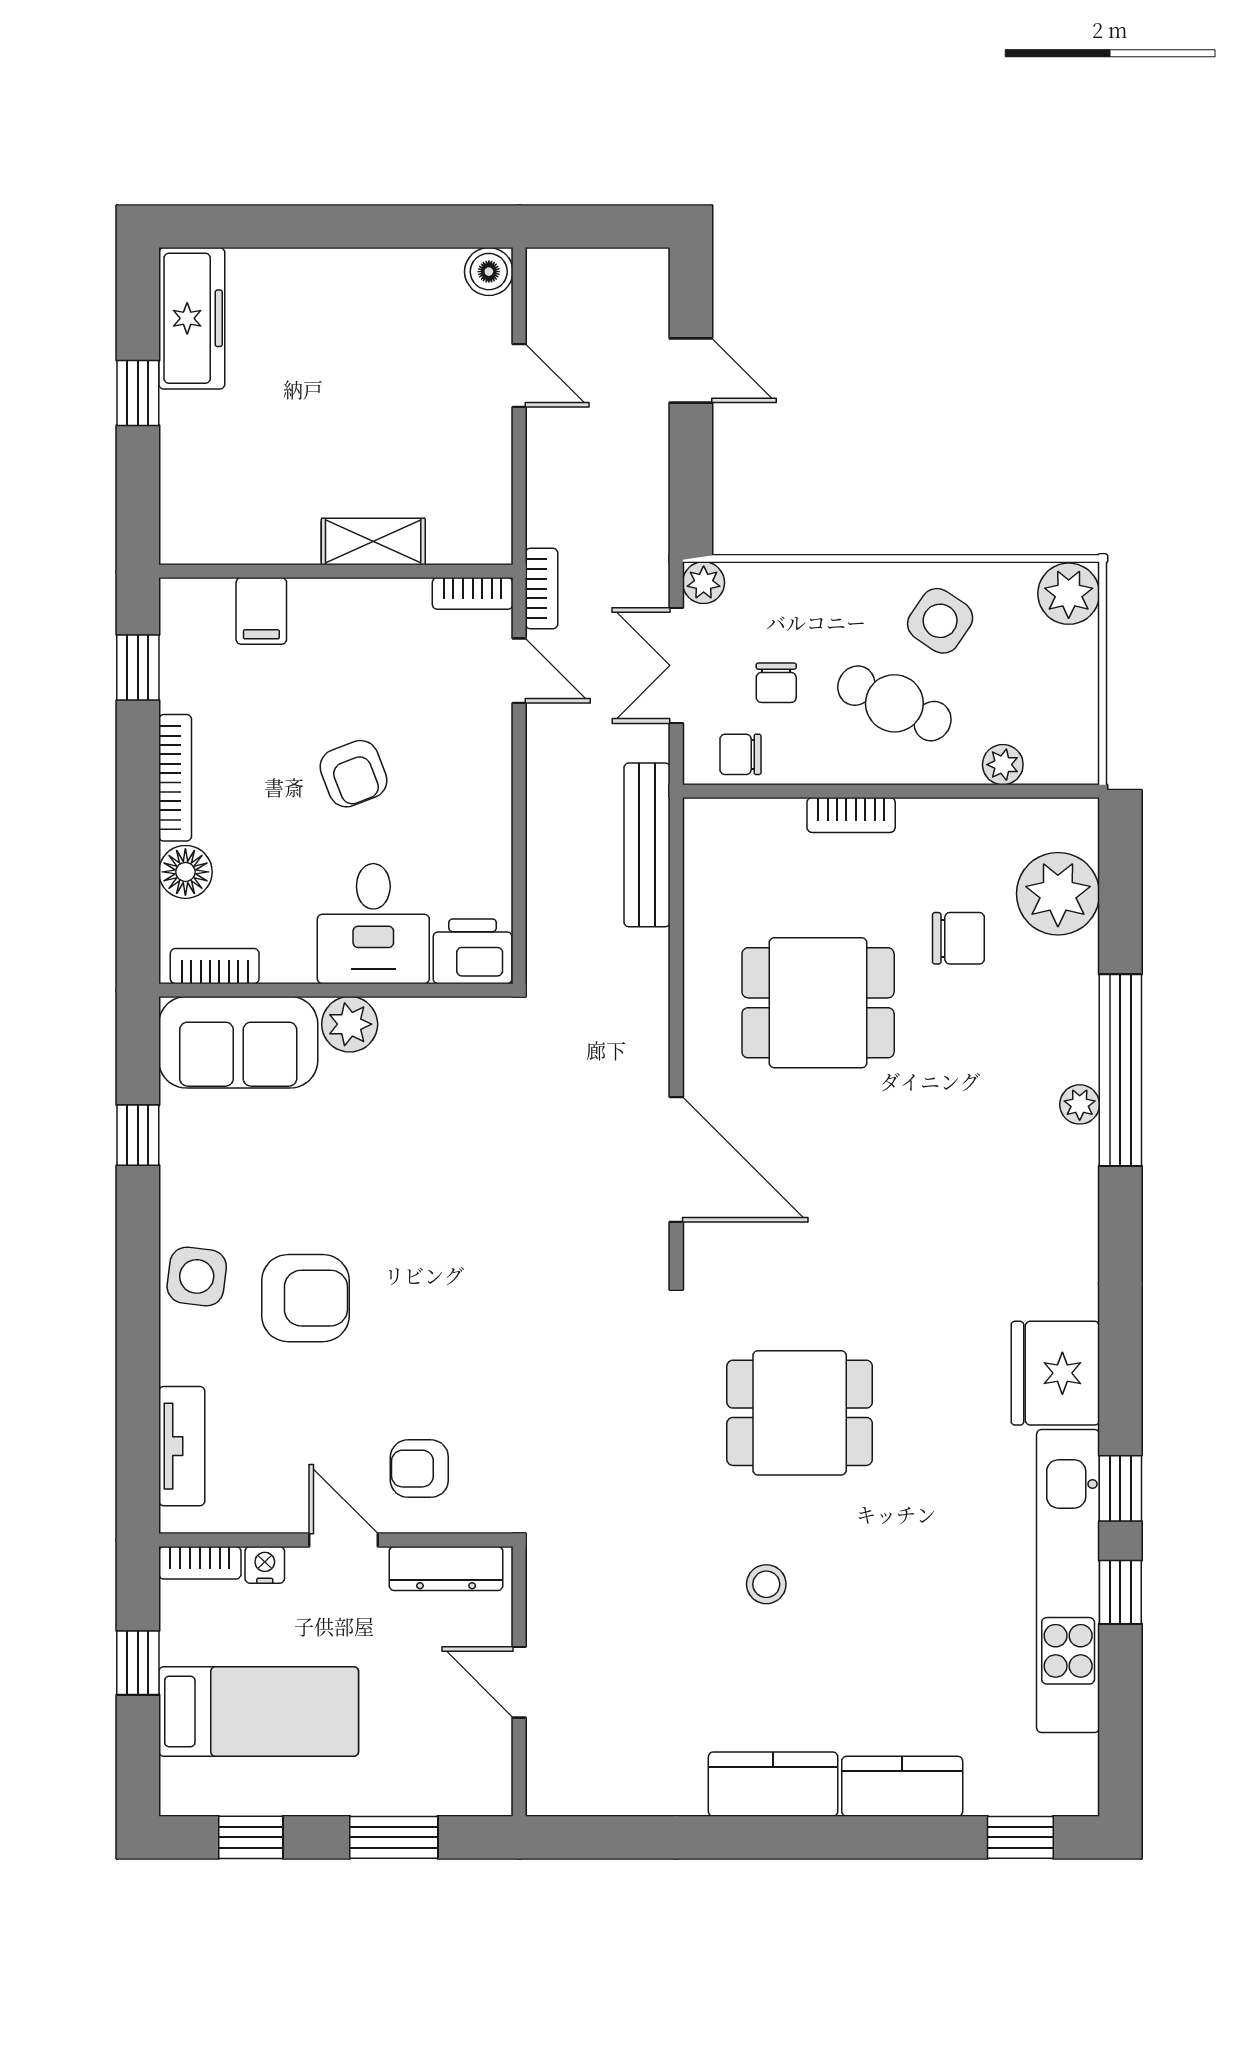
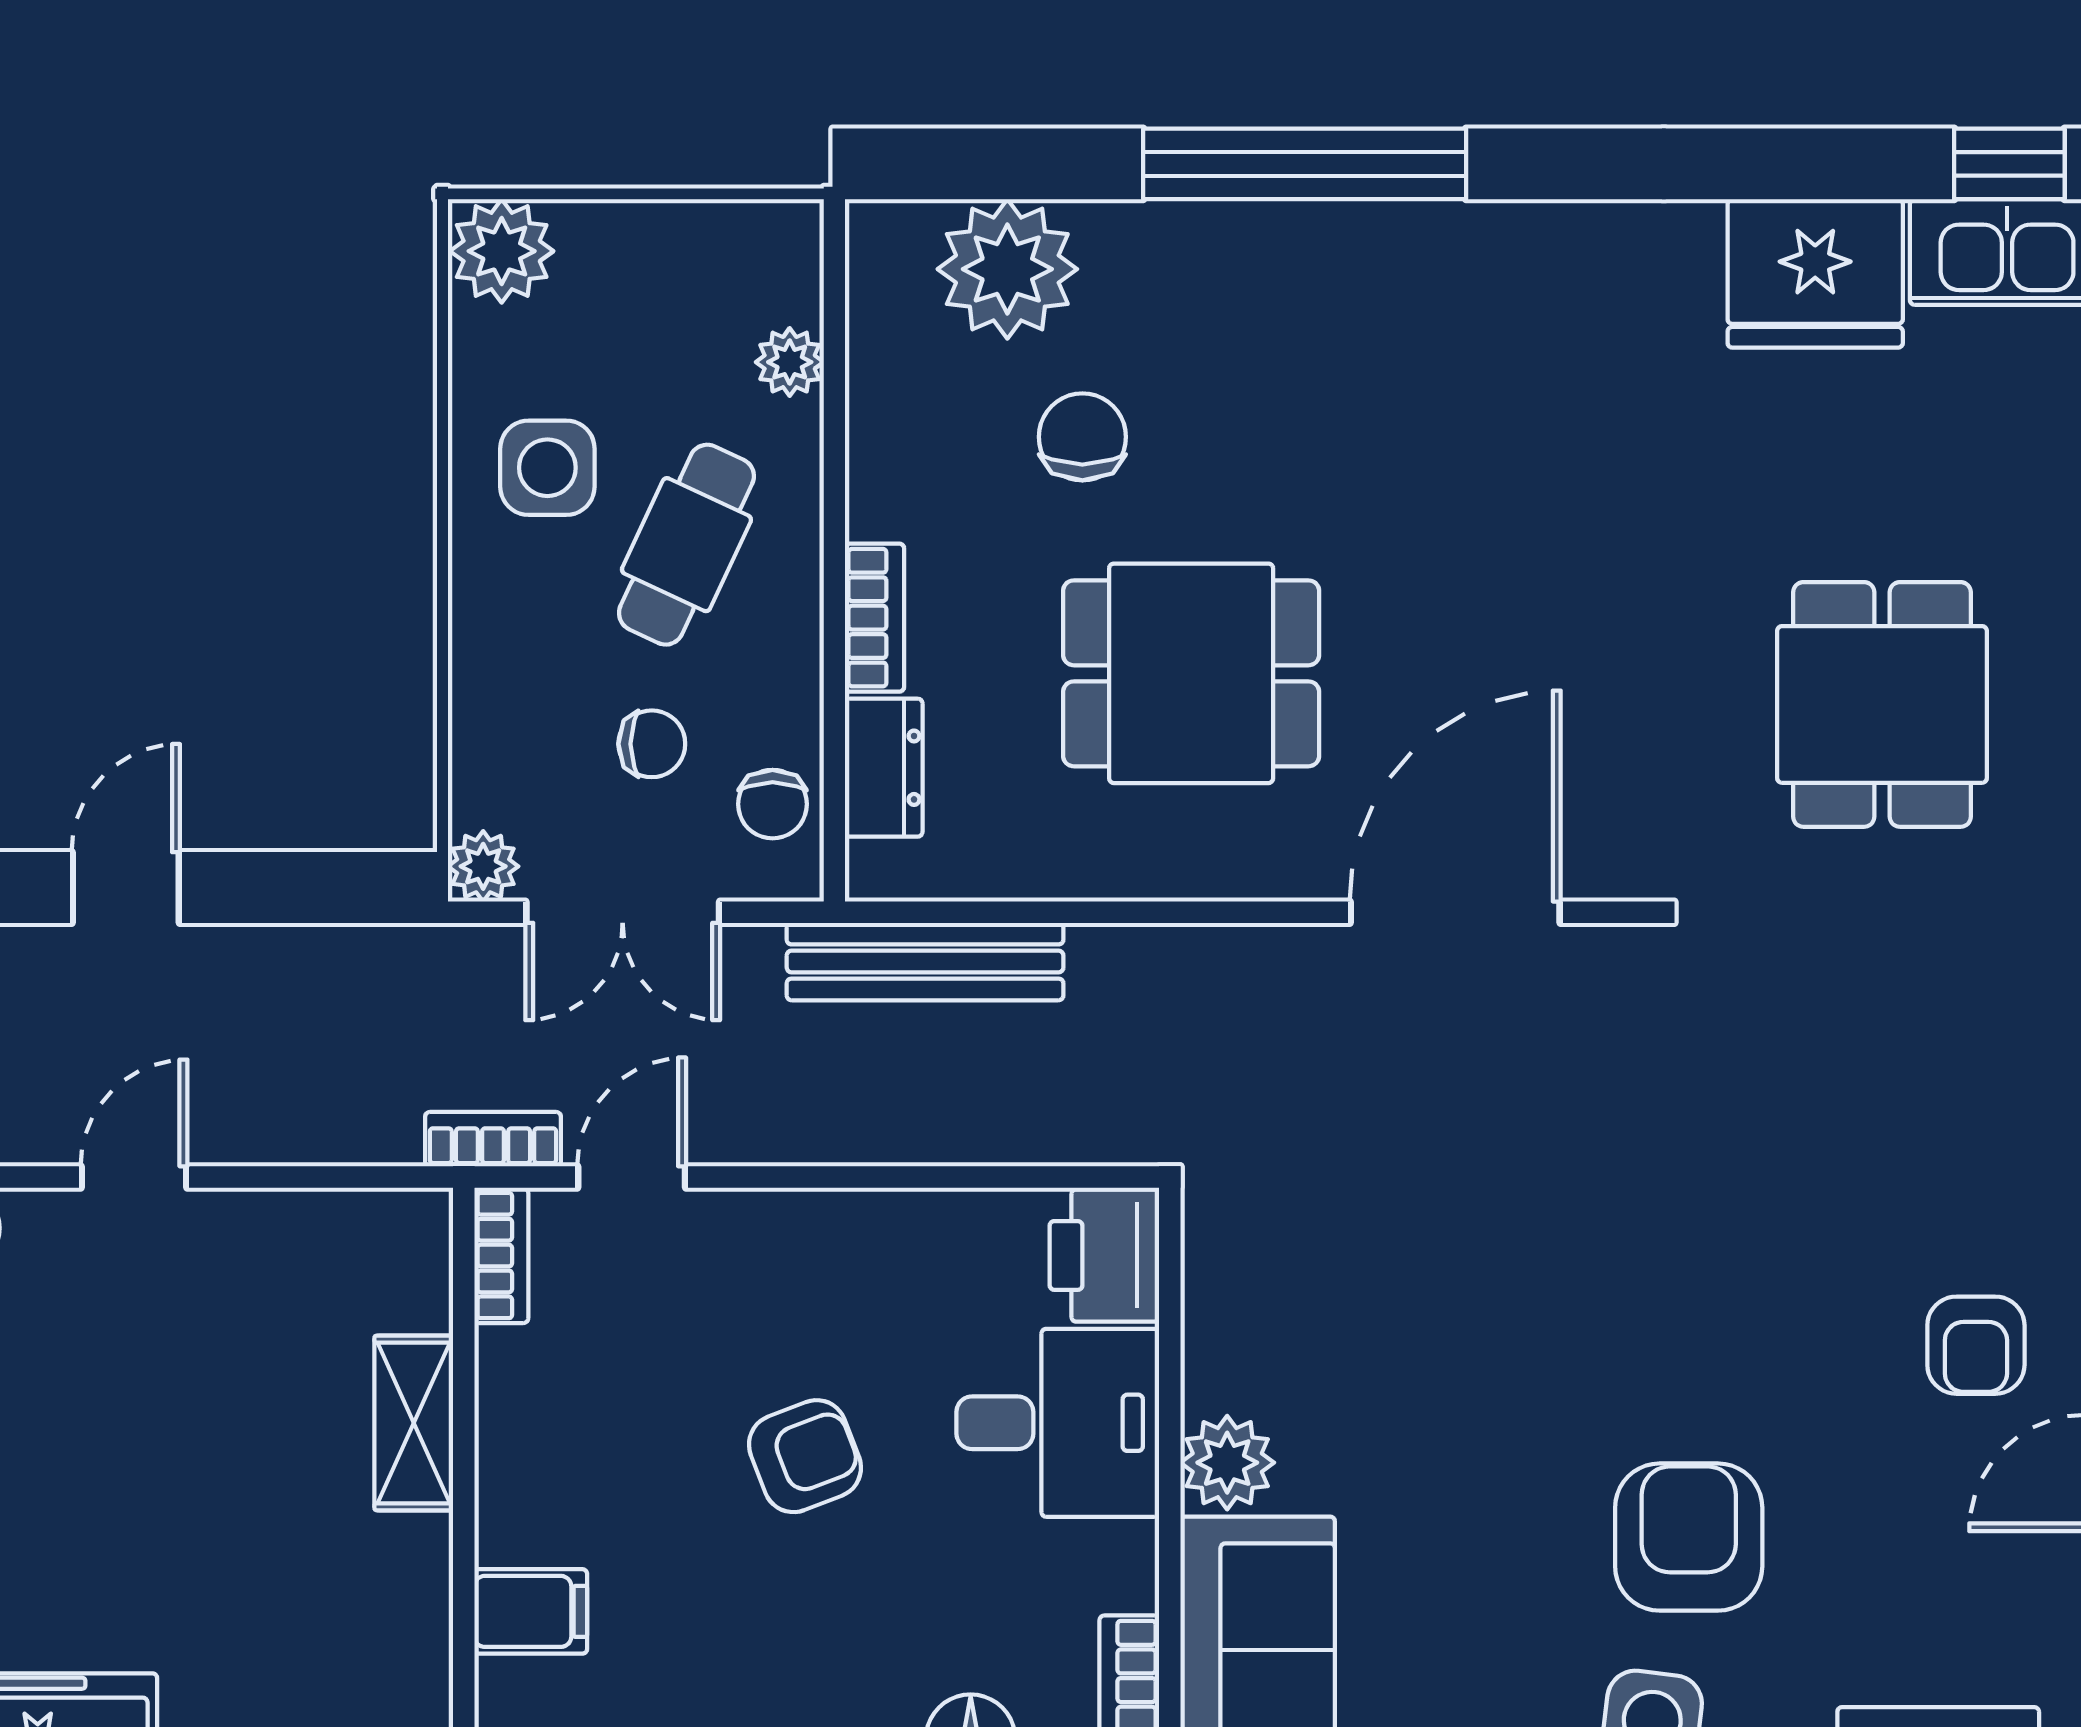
side table: (940, 621) -> (547, 468), turned -34
dresser: (762, 820) -> (884, 768), added
dining table: (818, 1003) -> (1191, 673), turned 90
plant: (1080, 1104) -> (1362, 232), removed

